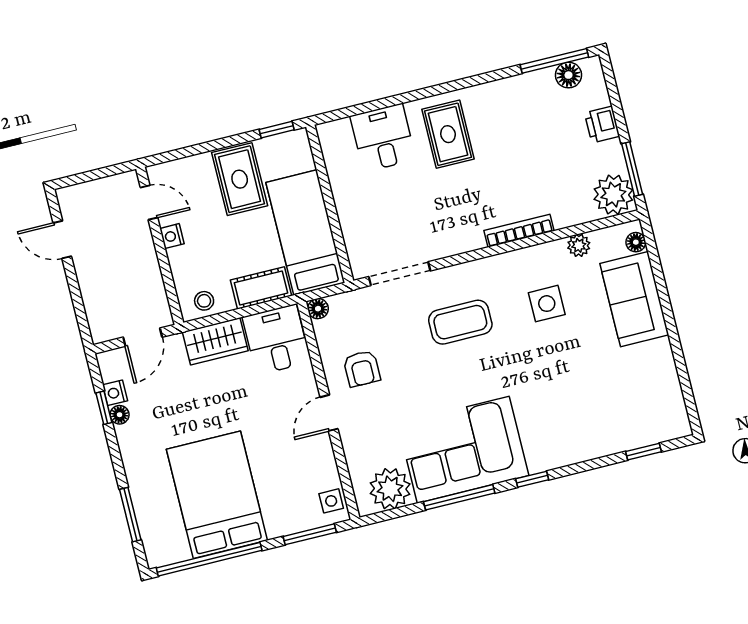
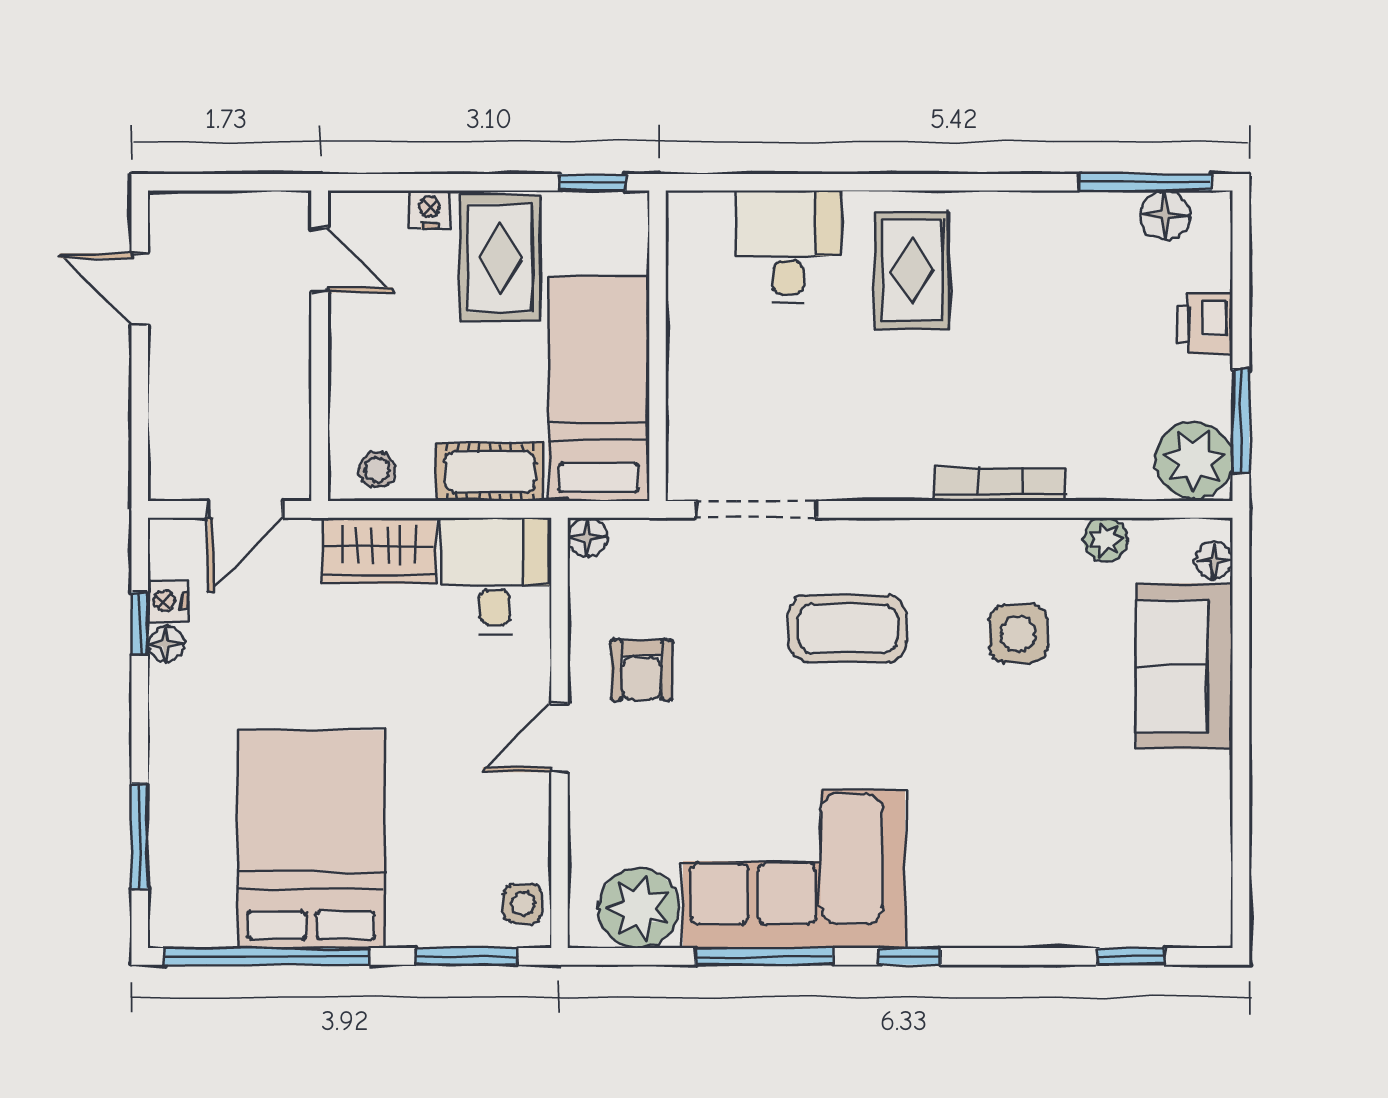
nightstand: (172, 236) -> (429, 210), moved, turned 90

